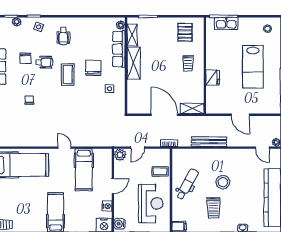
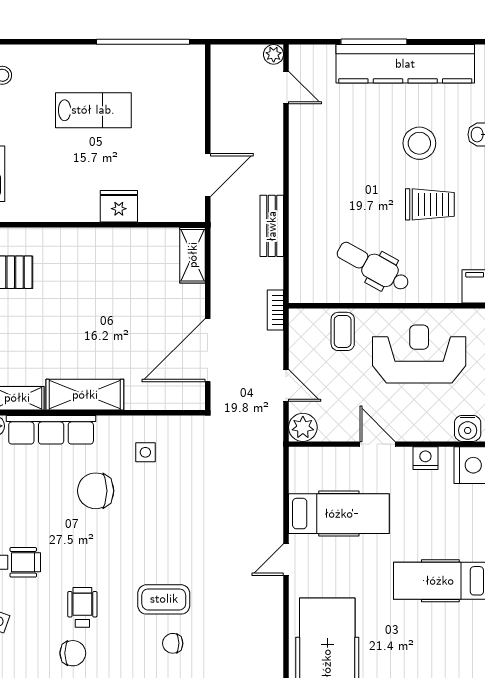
trolley: (188, 63) -> (85, 265), removed
lab bench: (253, 67) -> (93, 110), width x0.73, depth x0.72
coffee table: (68, 74) -> (164, 599), moved
door: (164, 115) -> (208, 350), moved
door: (240, 115) -> (208, 175), moved
bench: (209, 142) -> (272, 226), width x0.73
door: (262, 148) -> (286, 88), hinge flipped
stool: (223, 182) -> (419, 143), moved

